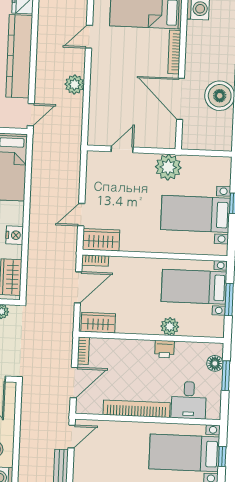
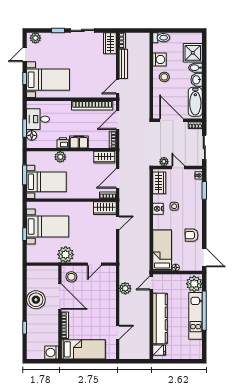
plant: (75, 84) -> (125, 288), moved
stool: (160, 130) -> (71, 277), added
filing cabinet: (139, 349) -> (79, 142), added
desk: (189, 400) -> (38, 119), moved, turned -90
bookcase: (137, 409) -> (92, 105), moved

